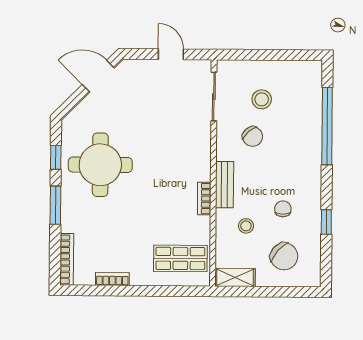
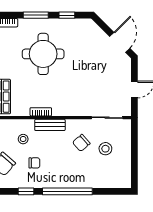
window: (327, 126) -> (67, 191), moved
round table: (100, 165) -> (43, 54), moved

